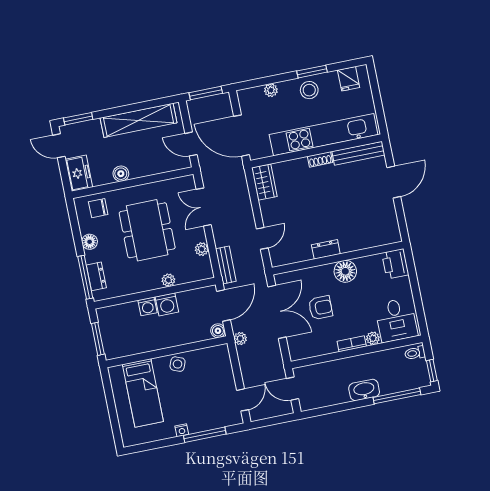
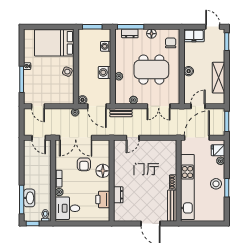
fridge: (349, 79) -> (218, 150), moved
shelving: (138, 120) -> (218, 78), width x0.68
door: (59, 146) -> (213, 27), hinge flipped
boiler: (121, 174) -> (189, 71), moved
wardrobe: (264, 182) -> (166, 146), removed
double door: (204, 207) -> (159, 106), swing flipped
door: (262, 238) -> (133, 138), hinge flipped
dresser: (326, 249) -> (118, 195), moved
printer: (395, 264) -> (103, 199), moved, turned -90
floor lamp: (345, 271) -> (103, 171), moved
washing machine: (148, 306) -> (106, 46), moved
double door: (277, 312) -> (76, 138), moved
door: (293, 389) -> (39, 138), swing flipped
washbasin: (364, 390) -> (29, 198), moved
bed: (143, 393) -> (54, 43), width x1.50

